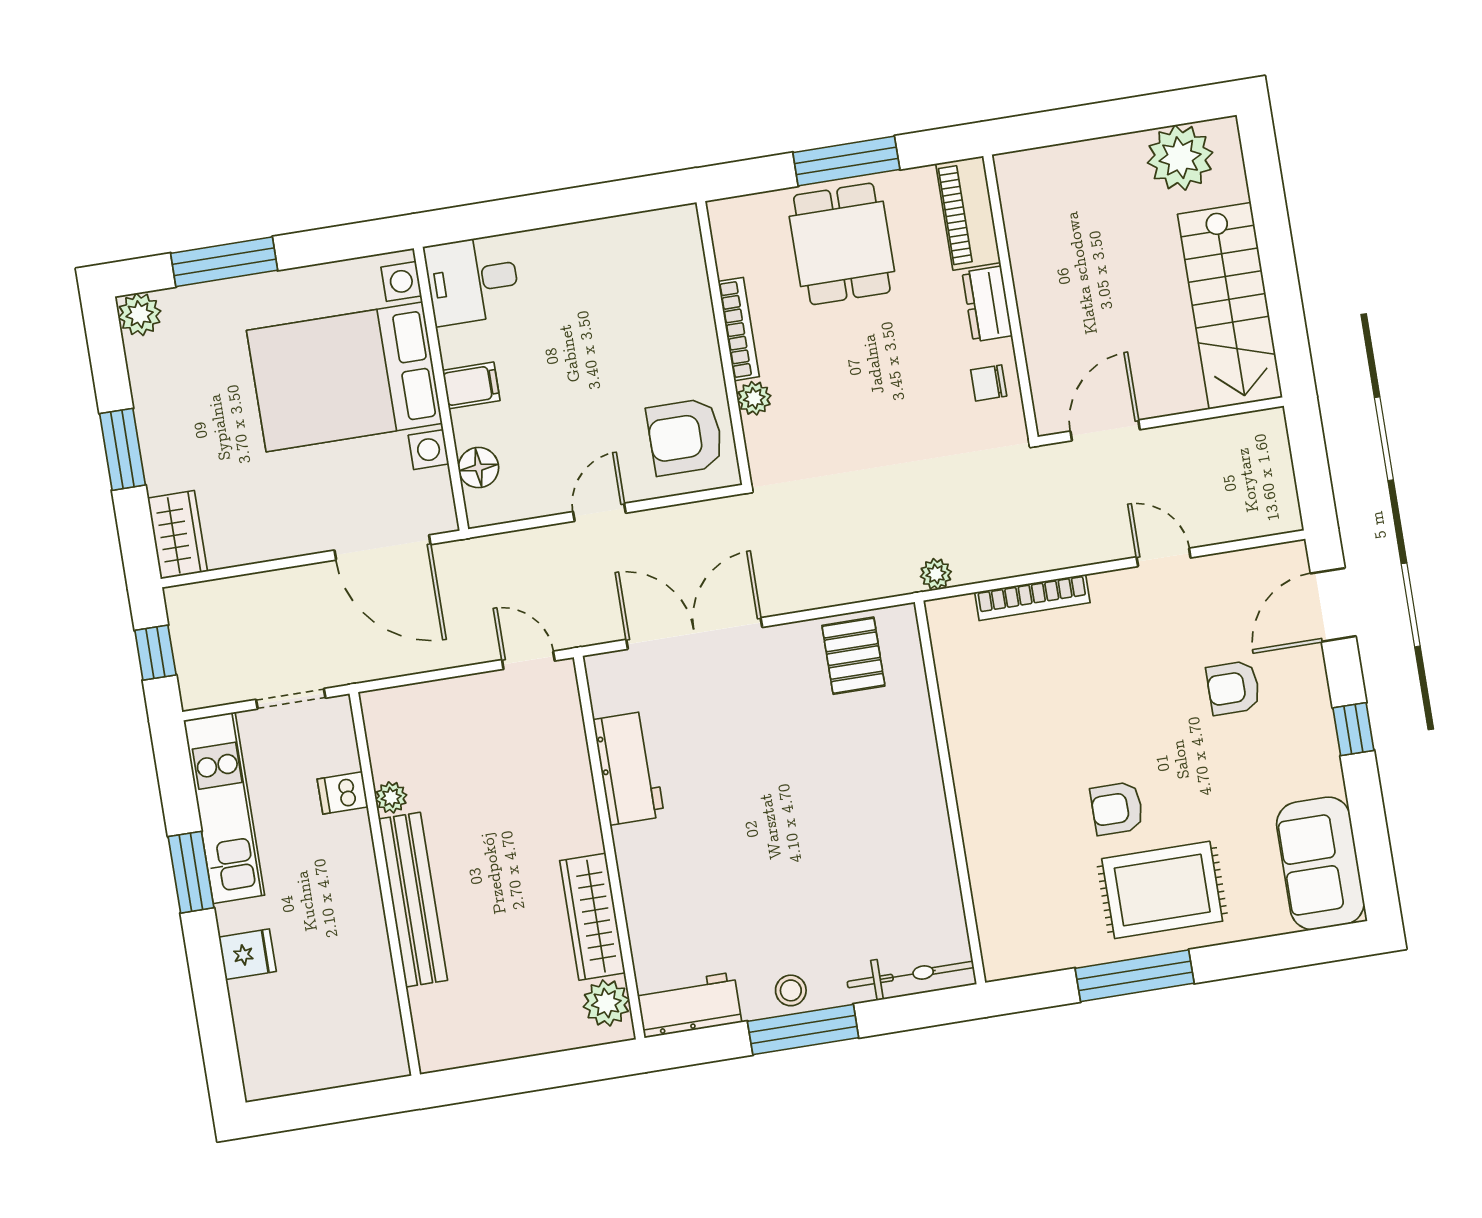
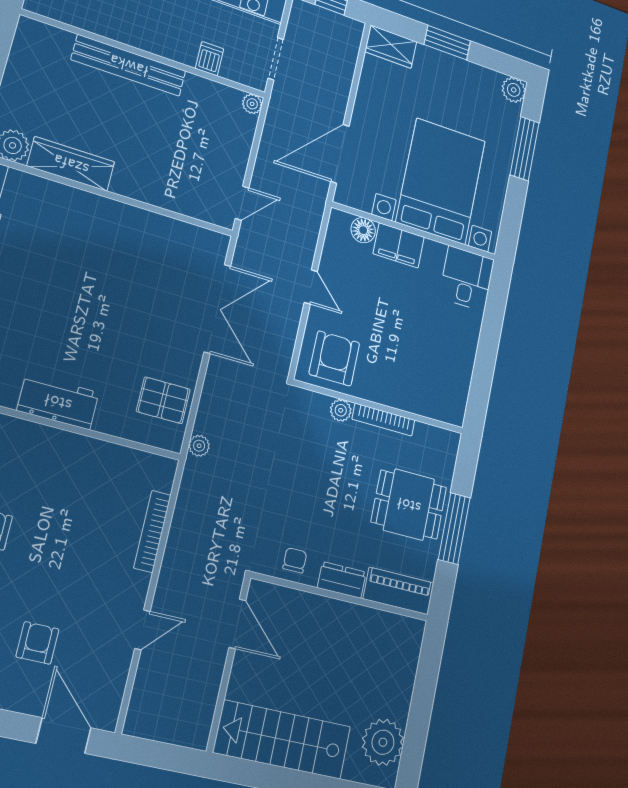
filing cabinet: (471, 385) -> (399, 245), width x2.00
plant: (936, 574) -> (199, 446), moved
workbench: (629, 768) -> (58, 402), moved, turned 180
plant: (391, 797) -> (252, 104), moved

